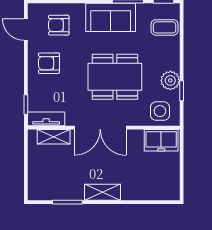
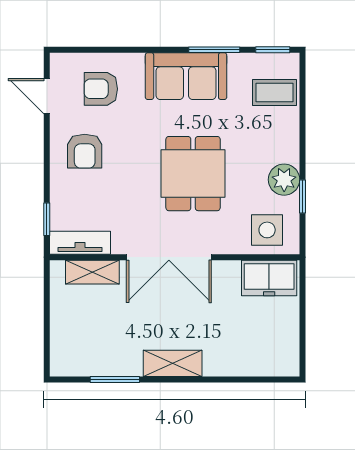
armchair: (49, 63) -> (85, 151), turned -90
dining table: (115, 77) -> (193, 174), width x0.73

